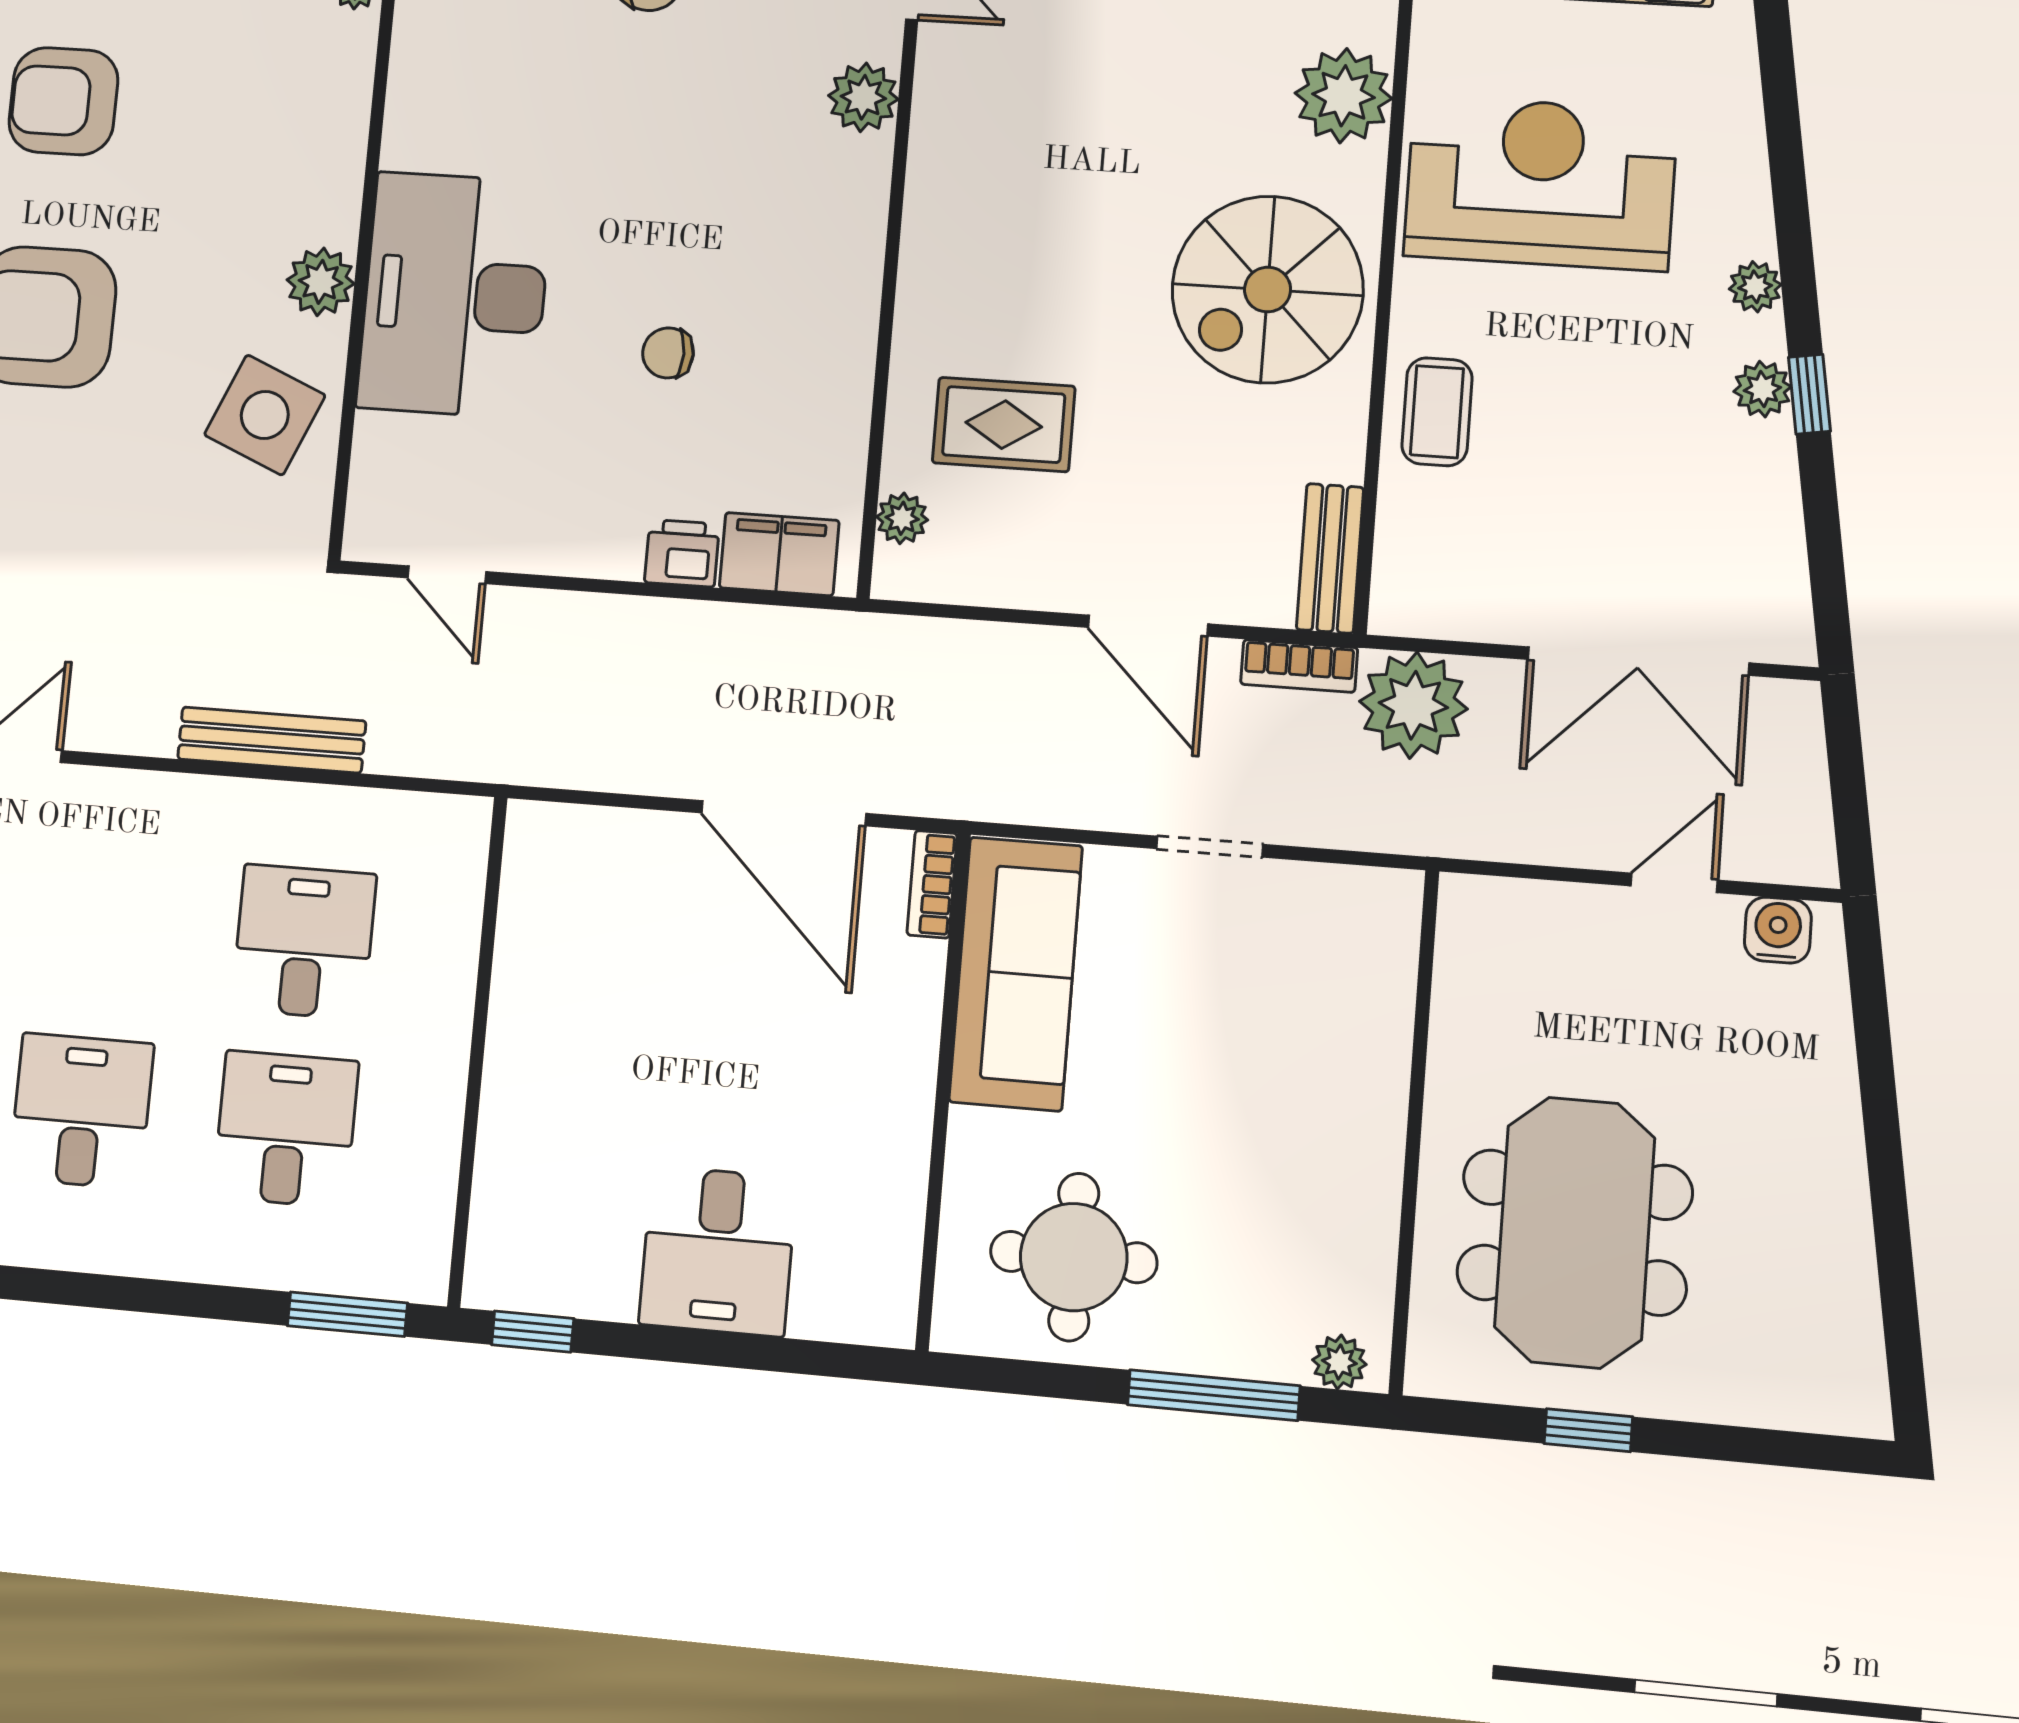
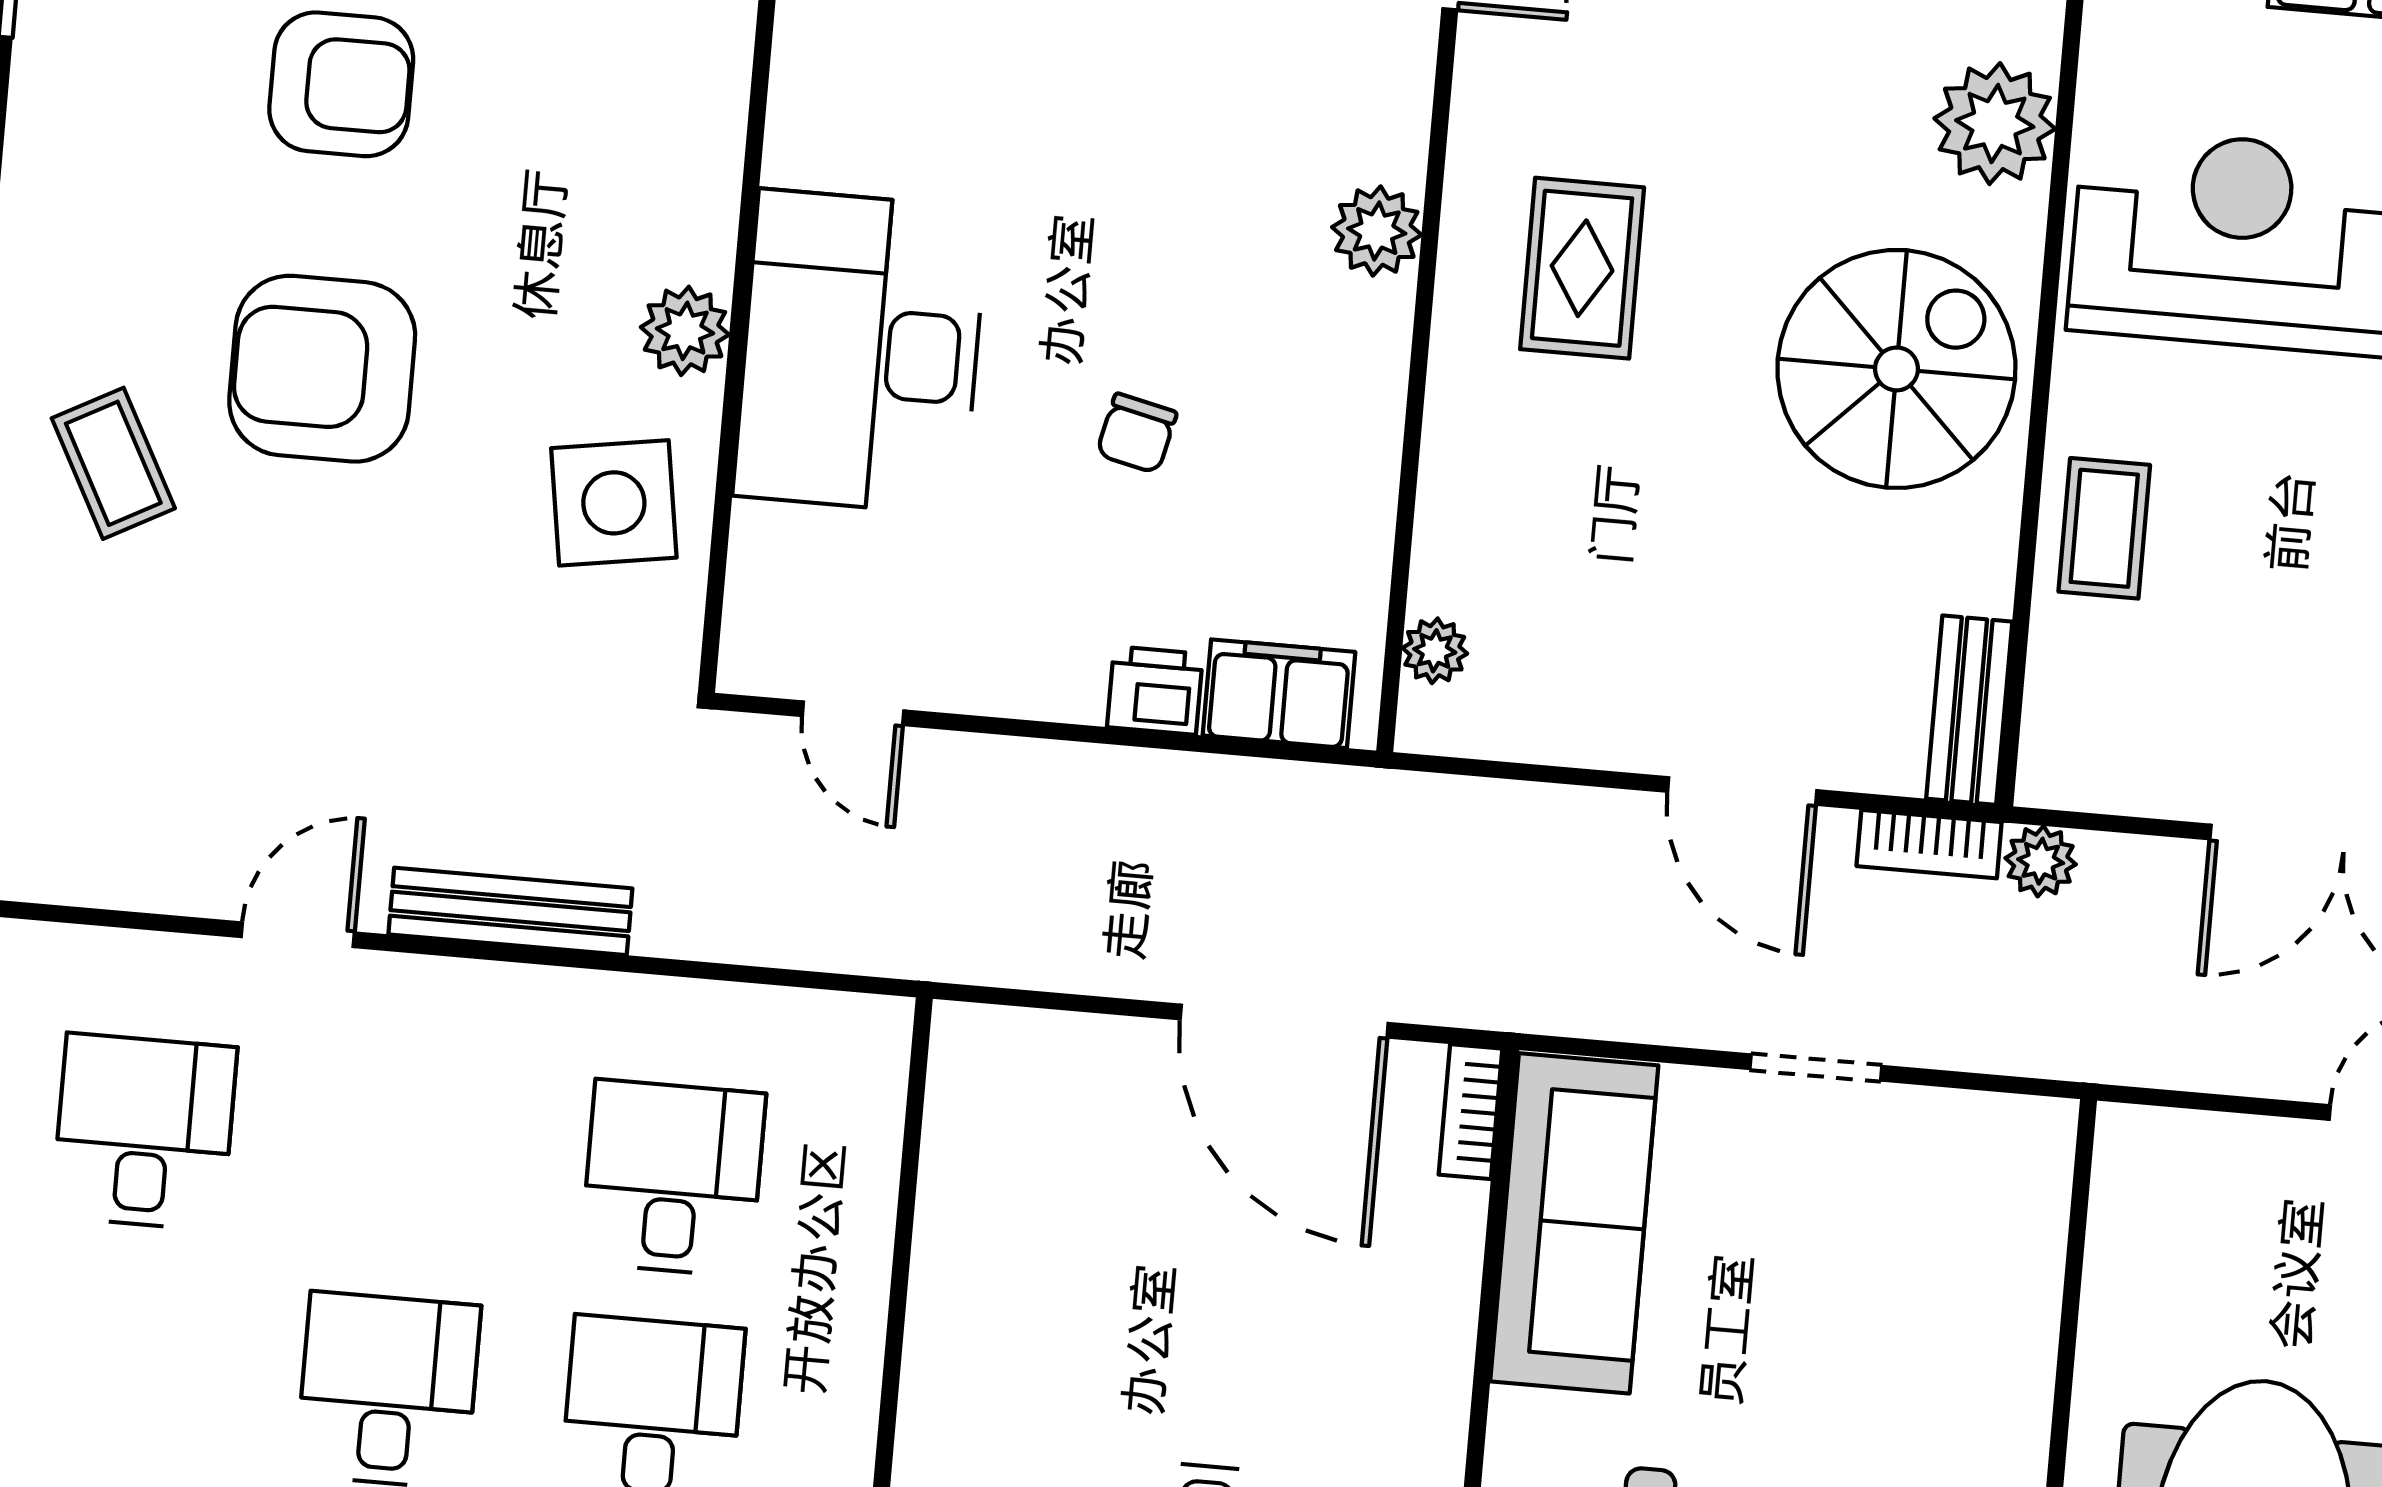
plant: (863, 97) -> (1377, 231), moved
armchair: (63, 101) -> (341, 84), turned 180
spiral stairs: (1268, 290) -> (1896, 369), turned 180
chair: (668, 353) -> (1137, 433), turned -77
side table: (265, 415) -> (614, 503), turned -32
rug: (1004, 425) -> (1582, 268), moved, turned 90
plant: (1413, 705) -> (2041, 861), width x0.53, depth x0.53
bench: (272, 740) -> (510, 911), moved

